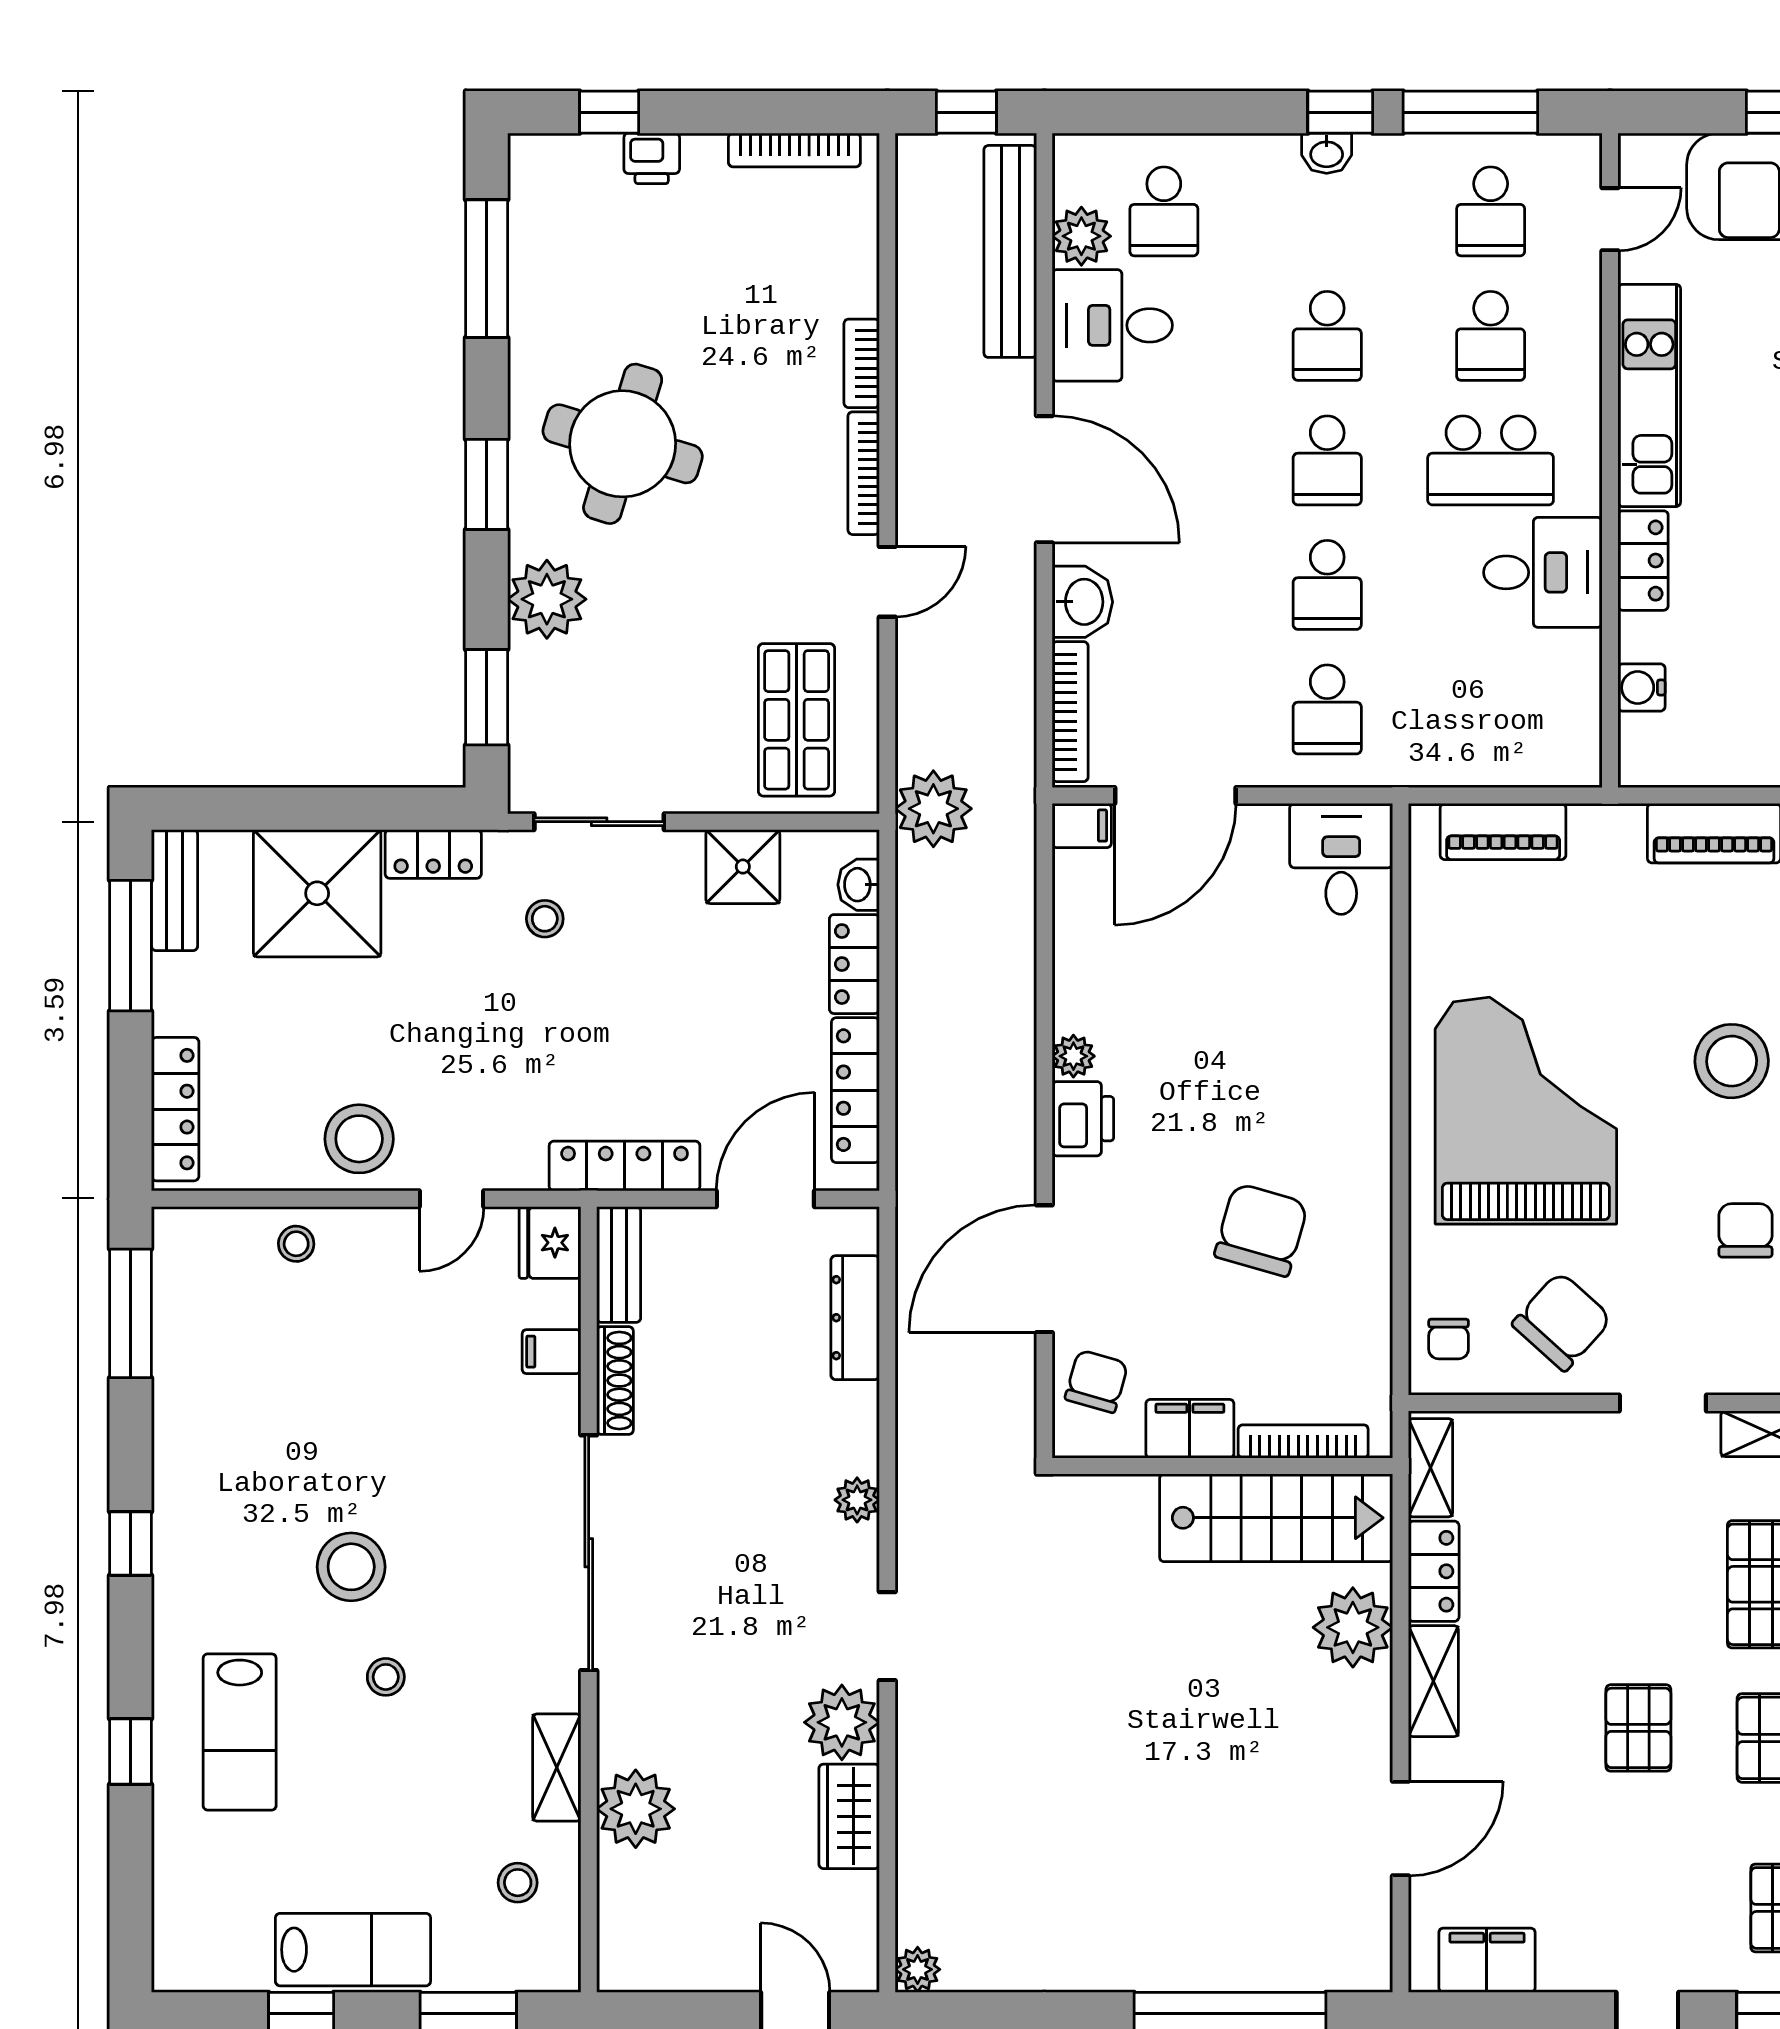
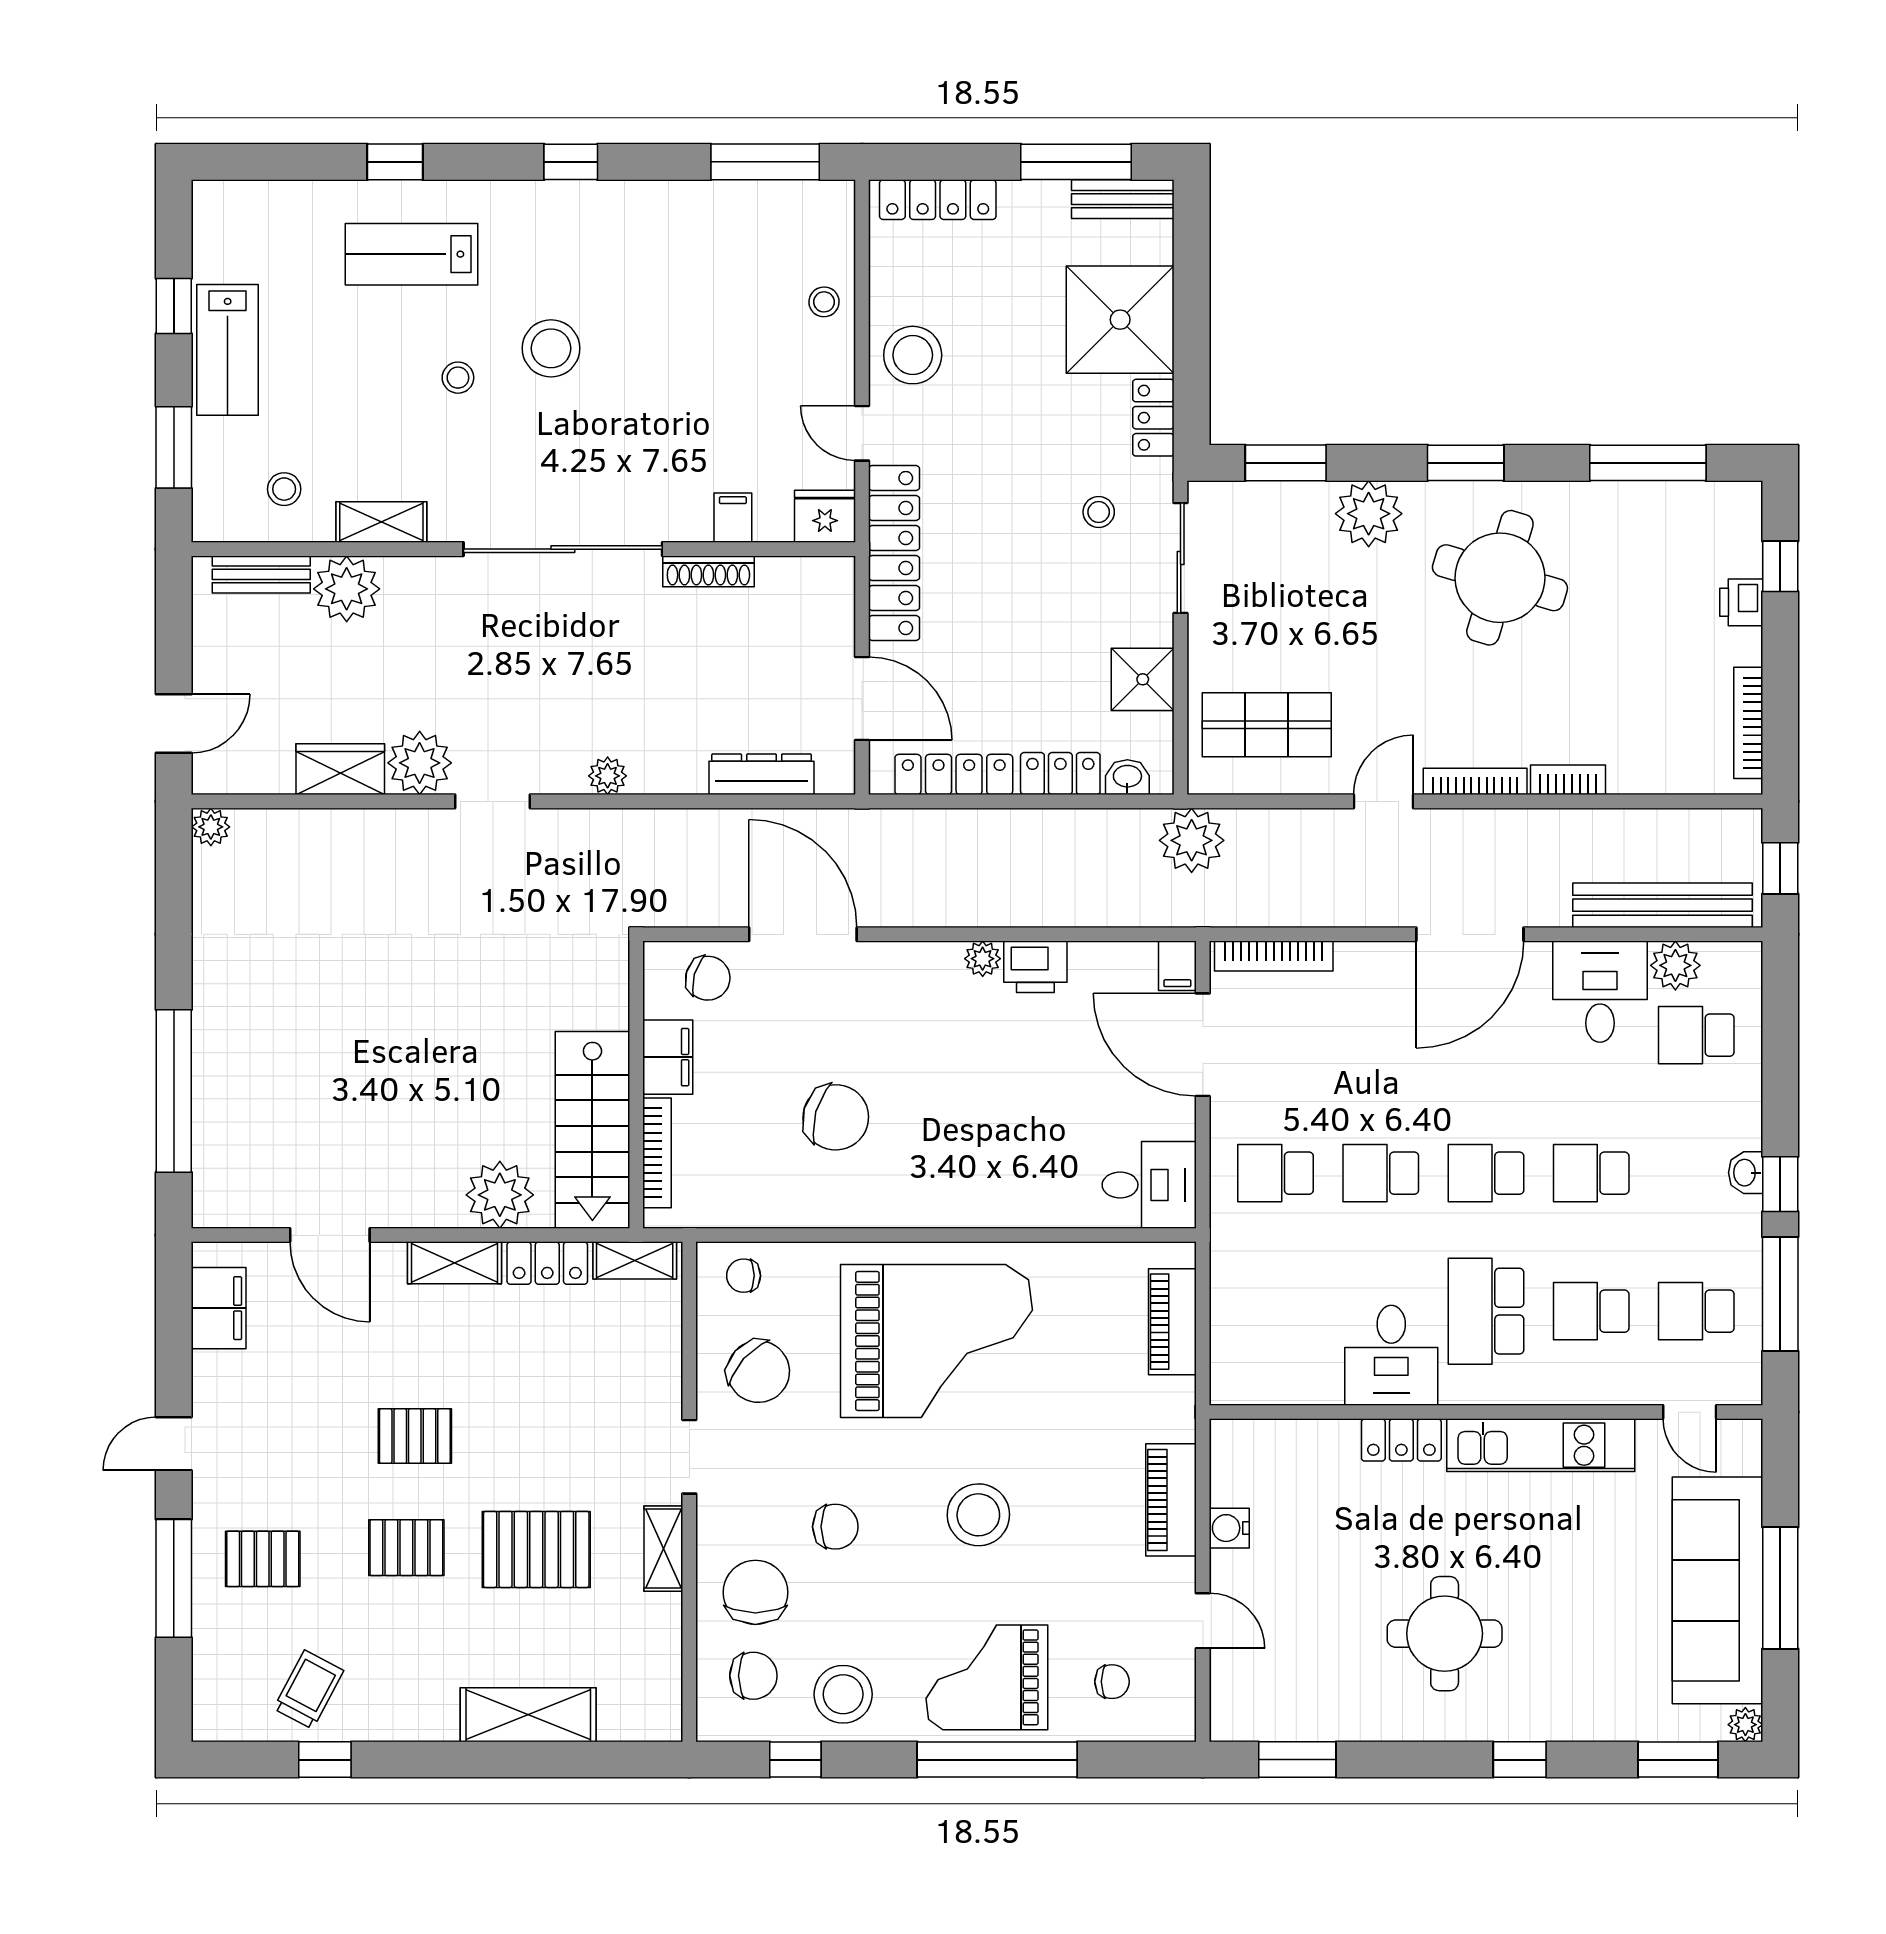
door: (887, 582) -> (1383, 801), swing flipped
washbasin: (1082, 602) -> (1366, 966), removed
water cooler: (1641, 688) -> (1229, 1528), moved, turned -90
printer: (1083, 1119) -> (1035, 967), moved
locker: (625, 1166) -> (894, 553), width x1.41, depth x1.21
bench: (619, 1265) -> (261, 574), moved

